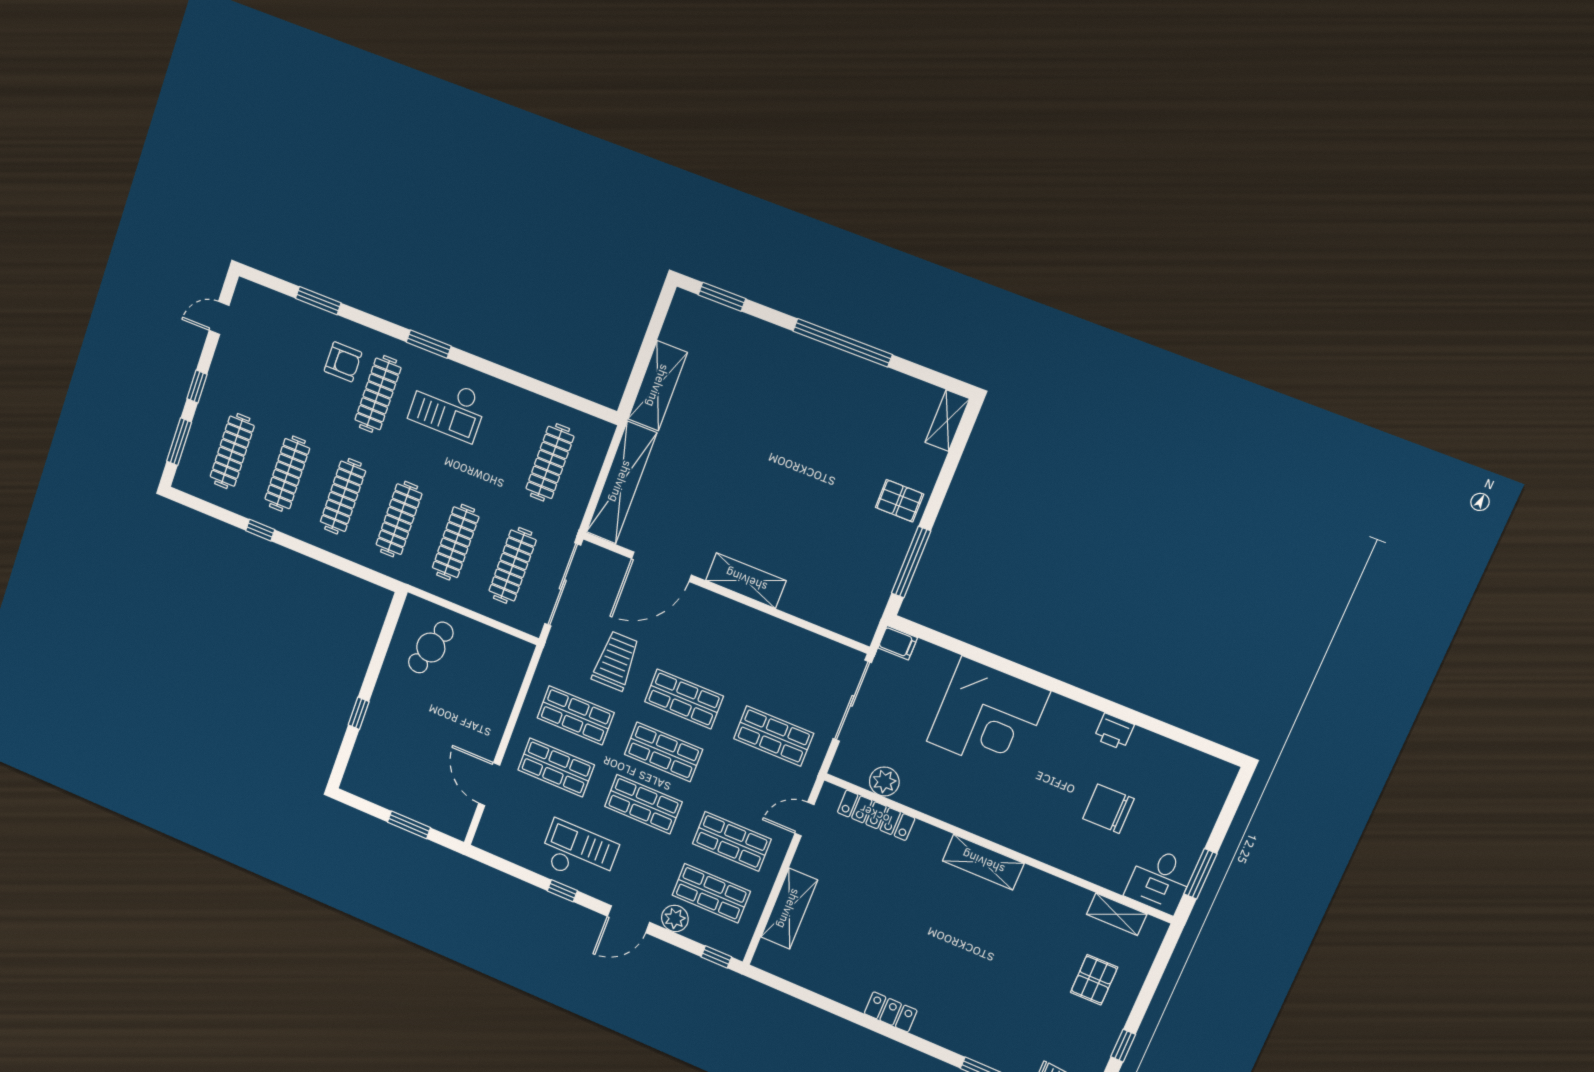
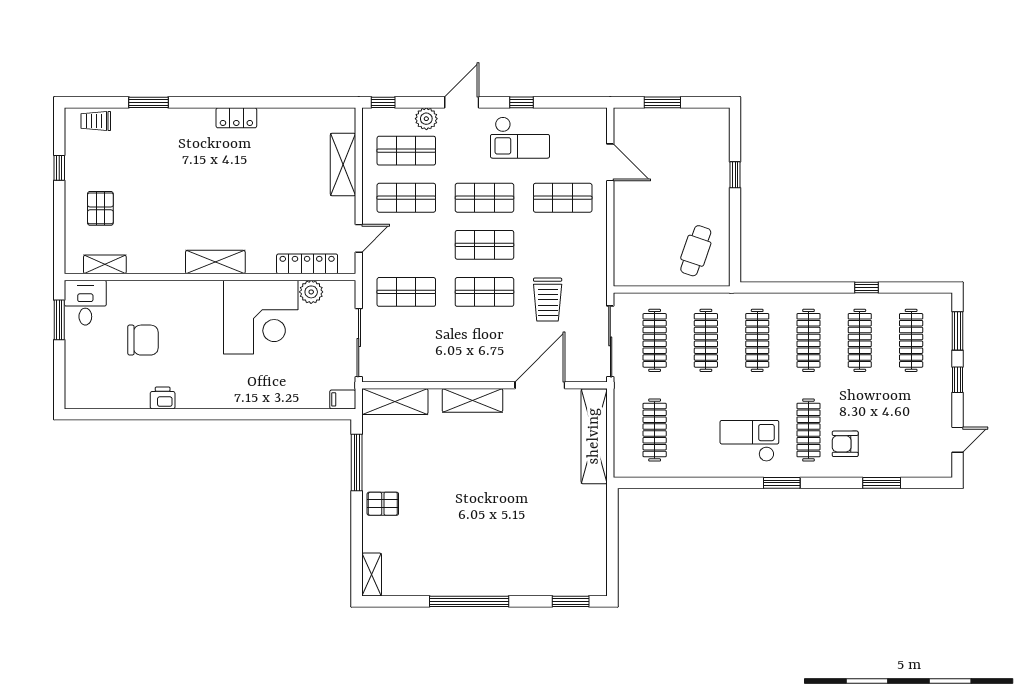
shelving: (658, 386) -> (395, 401), moved, turned 90
shop shelf: (576, 715) -> (563, 245), removed
corner desk: (988, 716) -> (261, 317), moved, turned 180

